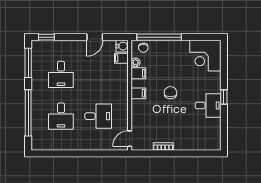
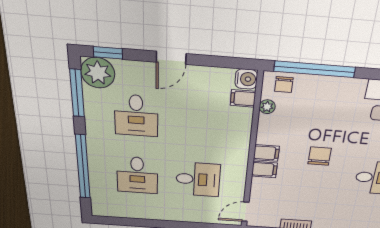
door: (95, 37) -> (171, 58), moved
plant: (40, 49) -> (98, 73), added
filing cabinet: (138, 73) -> (264, 170), moved

